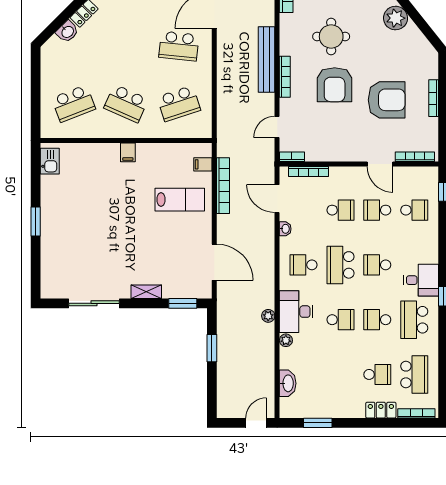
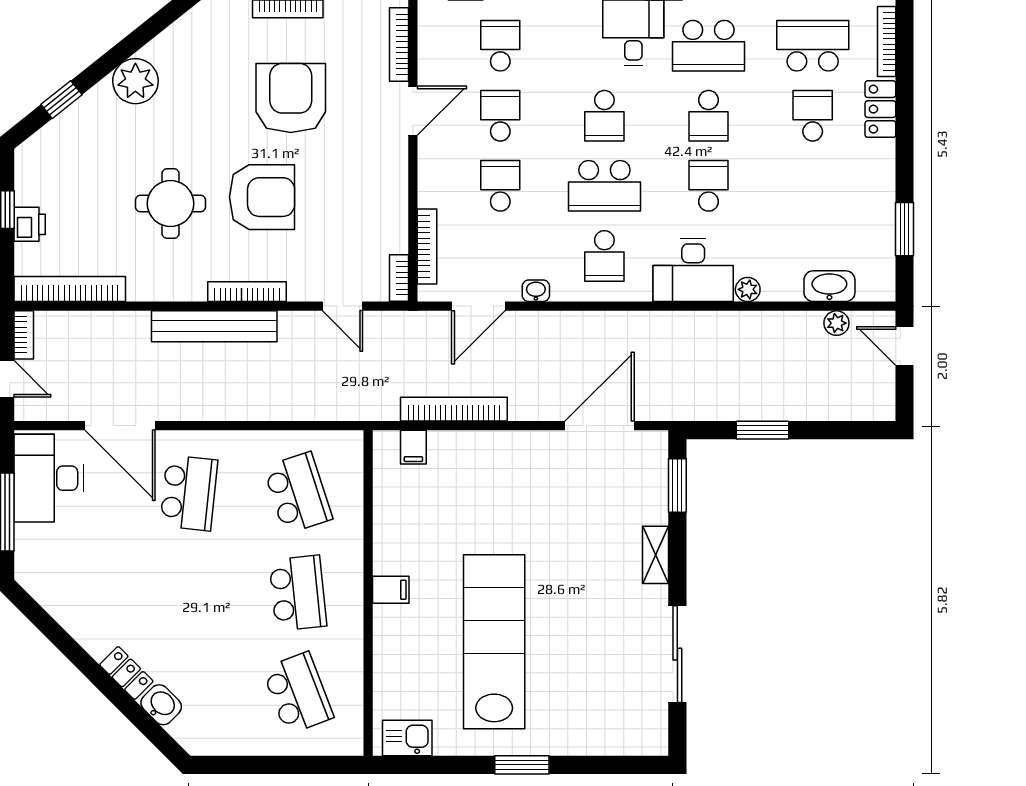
school desk: (126, 104) -> (298, 593), turned -30
lab bench: (180, 200) -> (494, 642), moved, width x1.86, depth x1.39
school desk: (377, 210) -> (500, 116), turned 180
plant: (268, 316) -> (836, 323), moved

